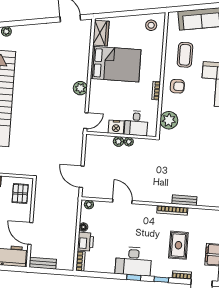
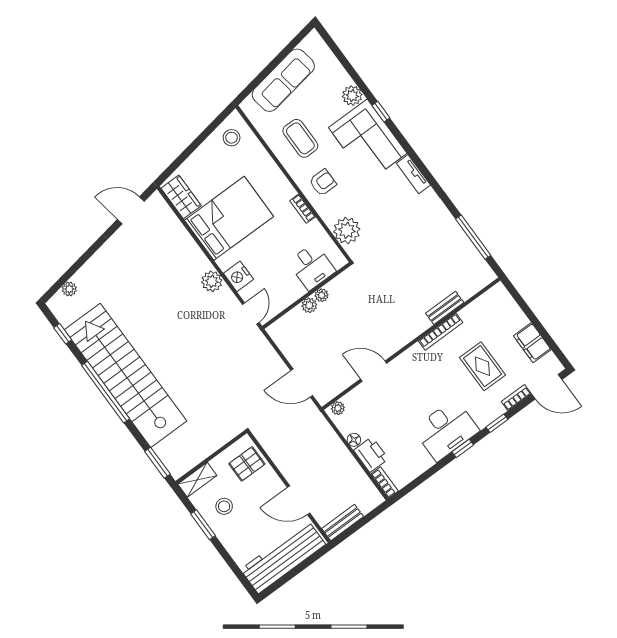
nightstand: (116, 127) -> (238, 276), moved, turned 90
pallet: (20, 194) -> (247, 464), turned 90

